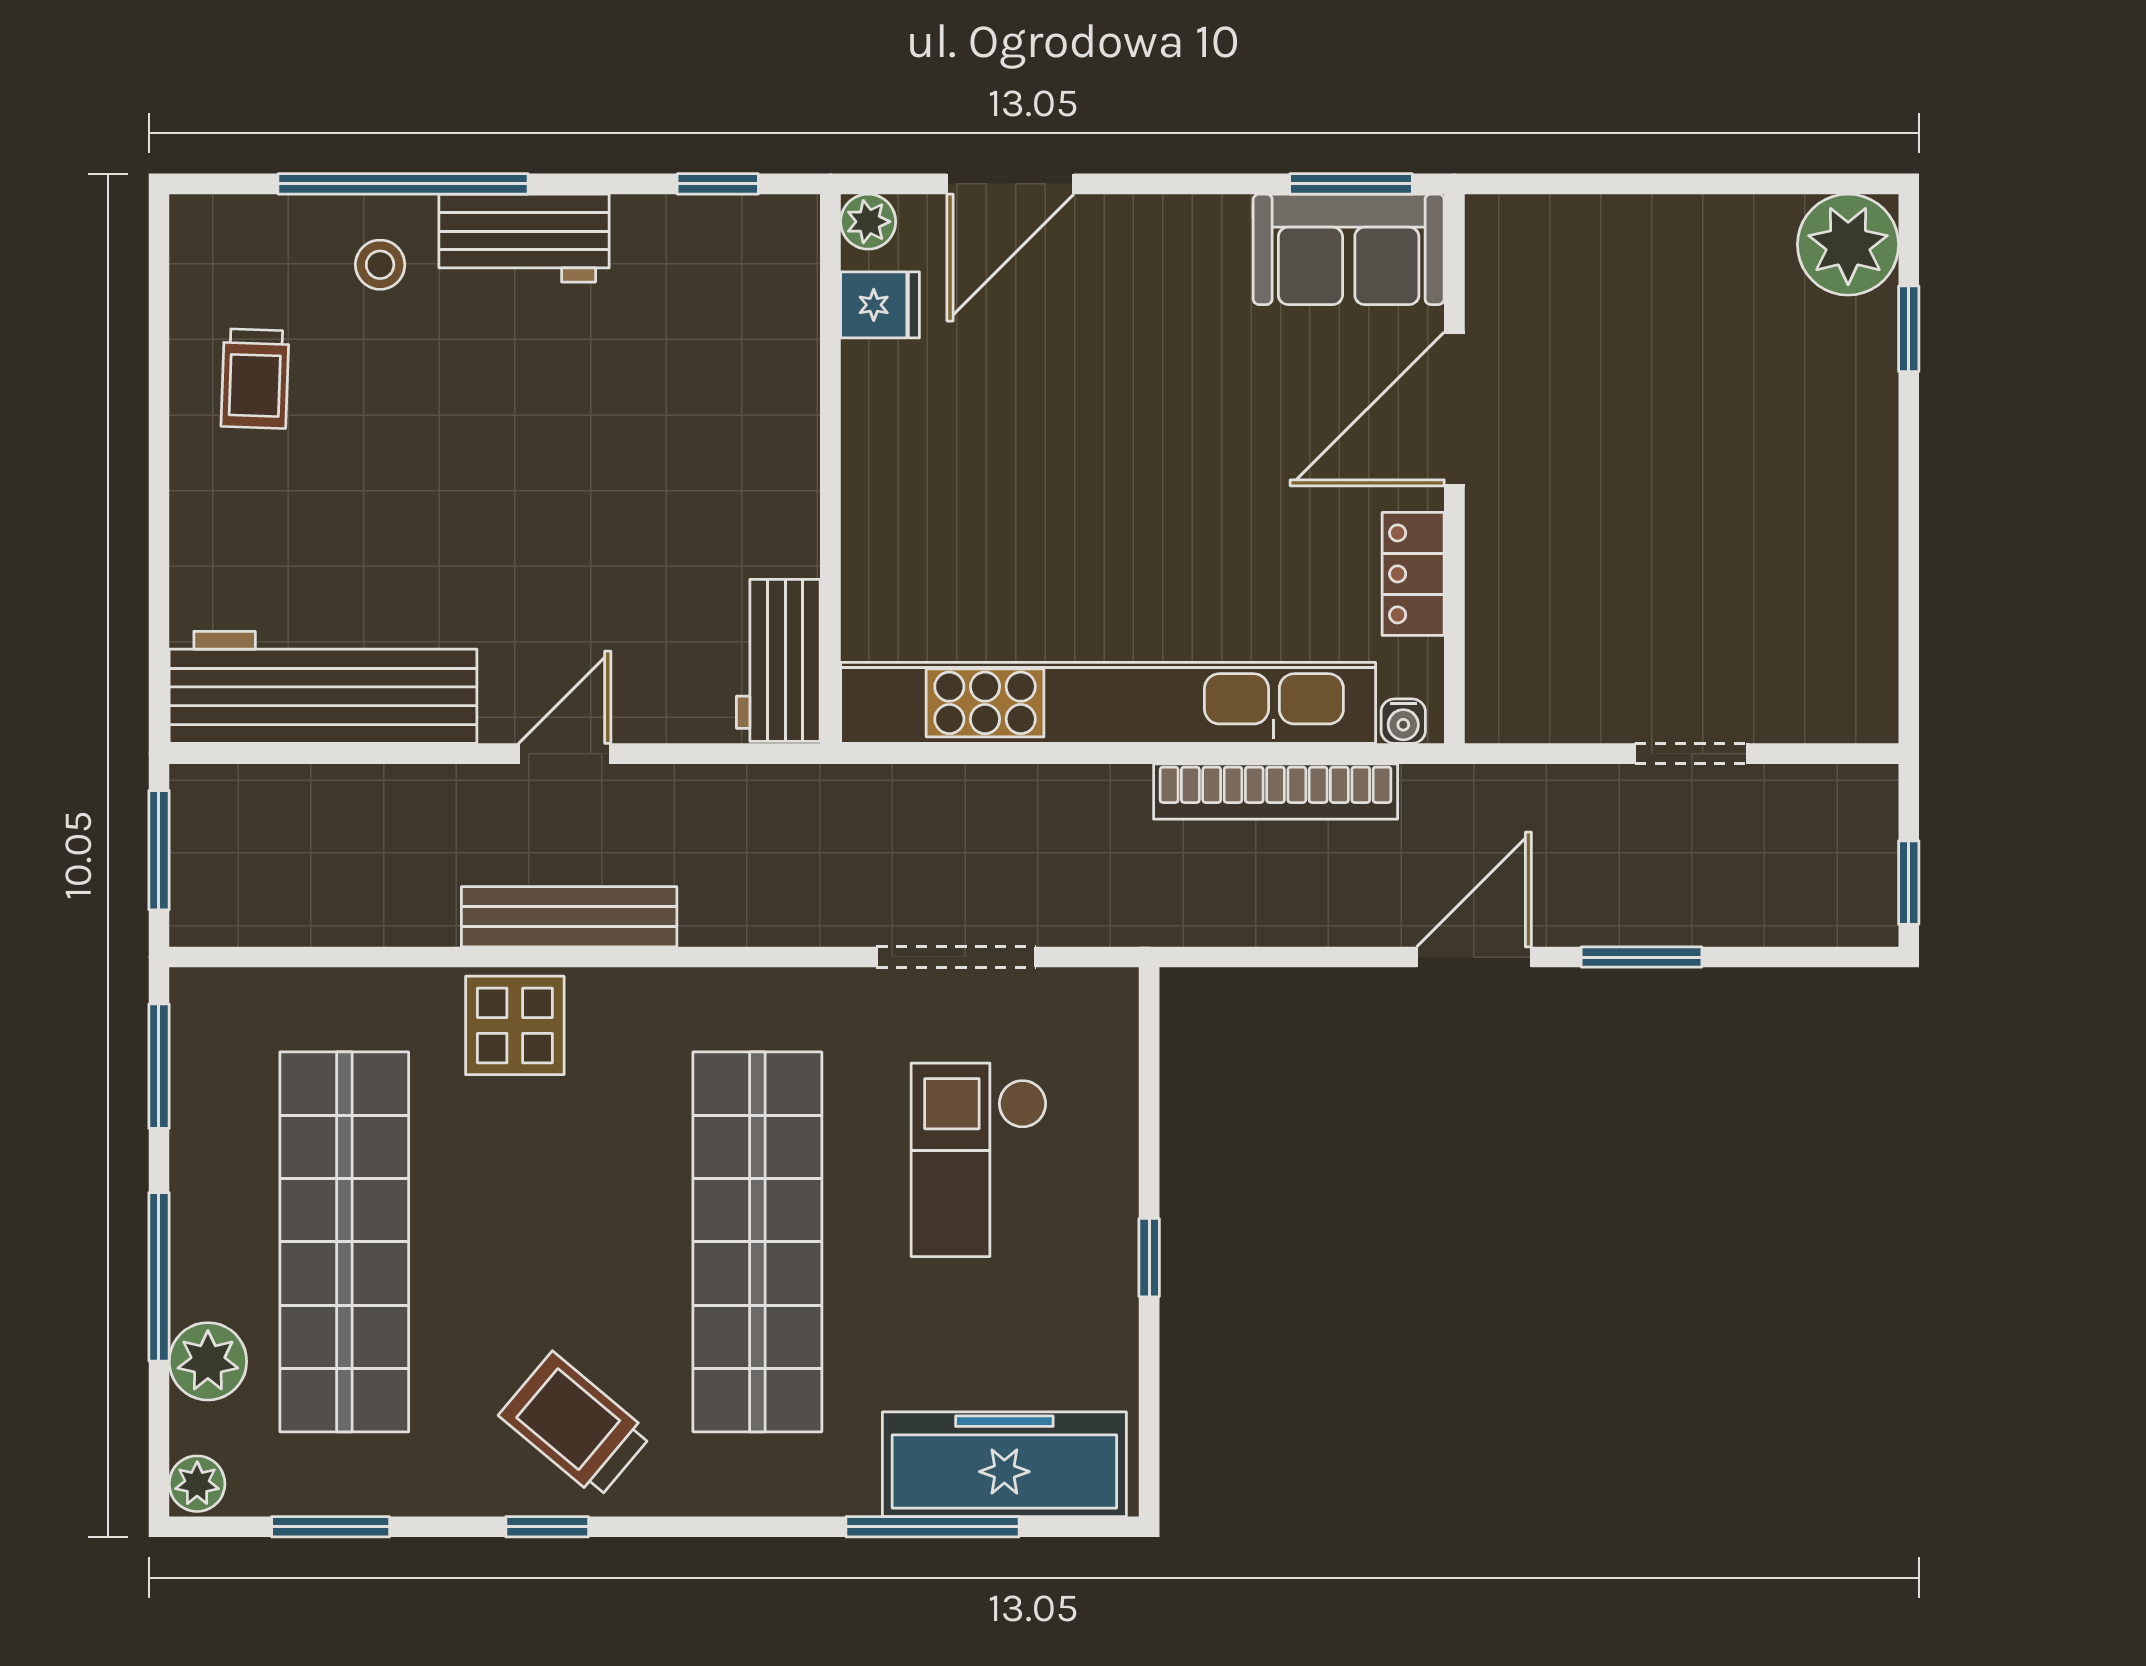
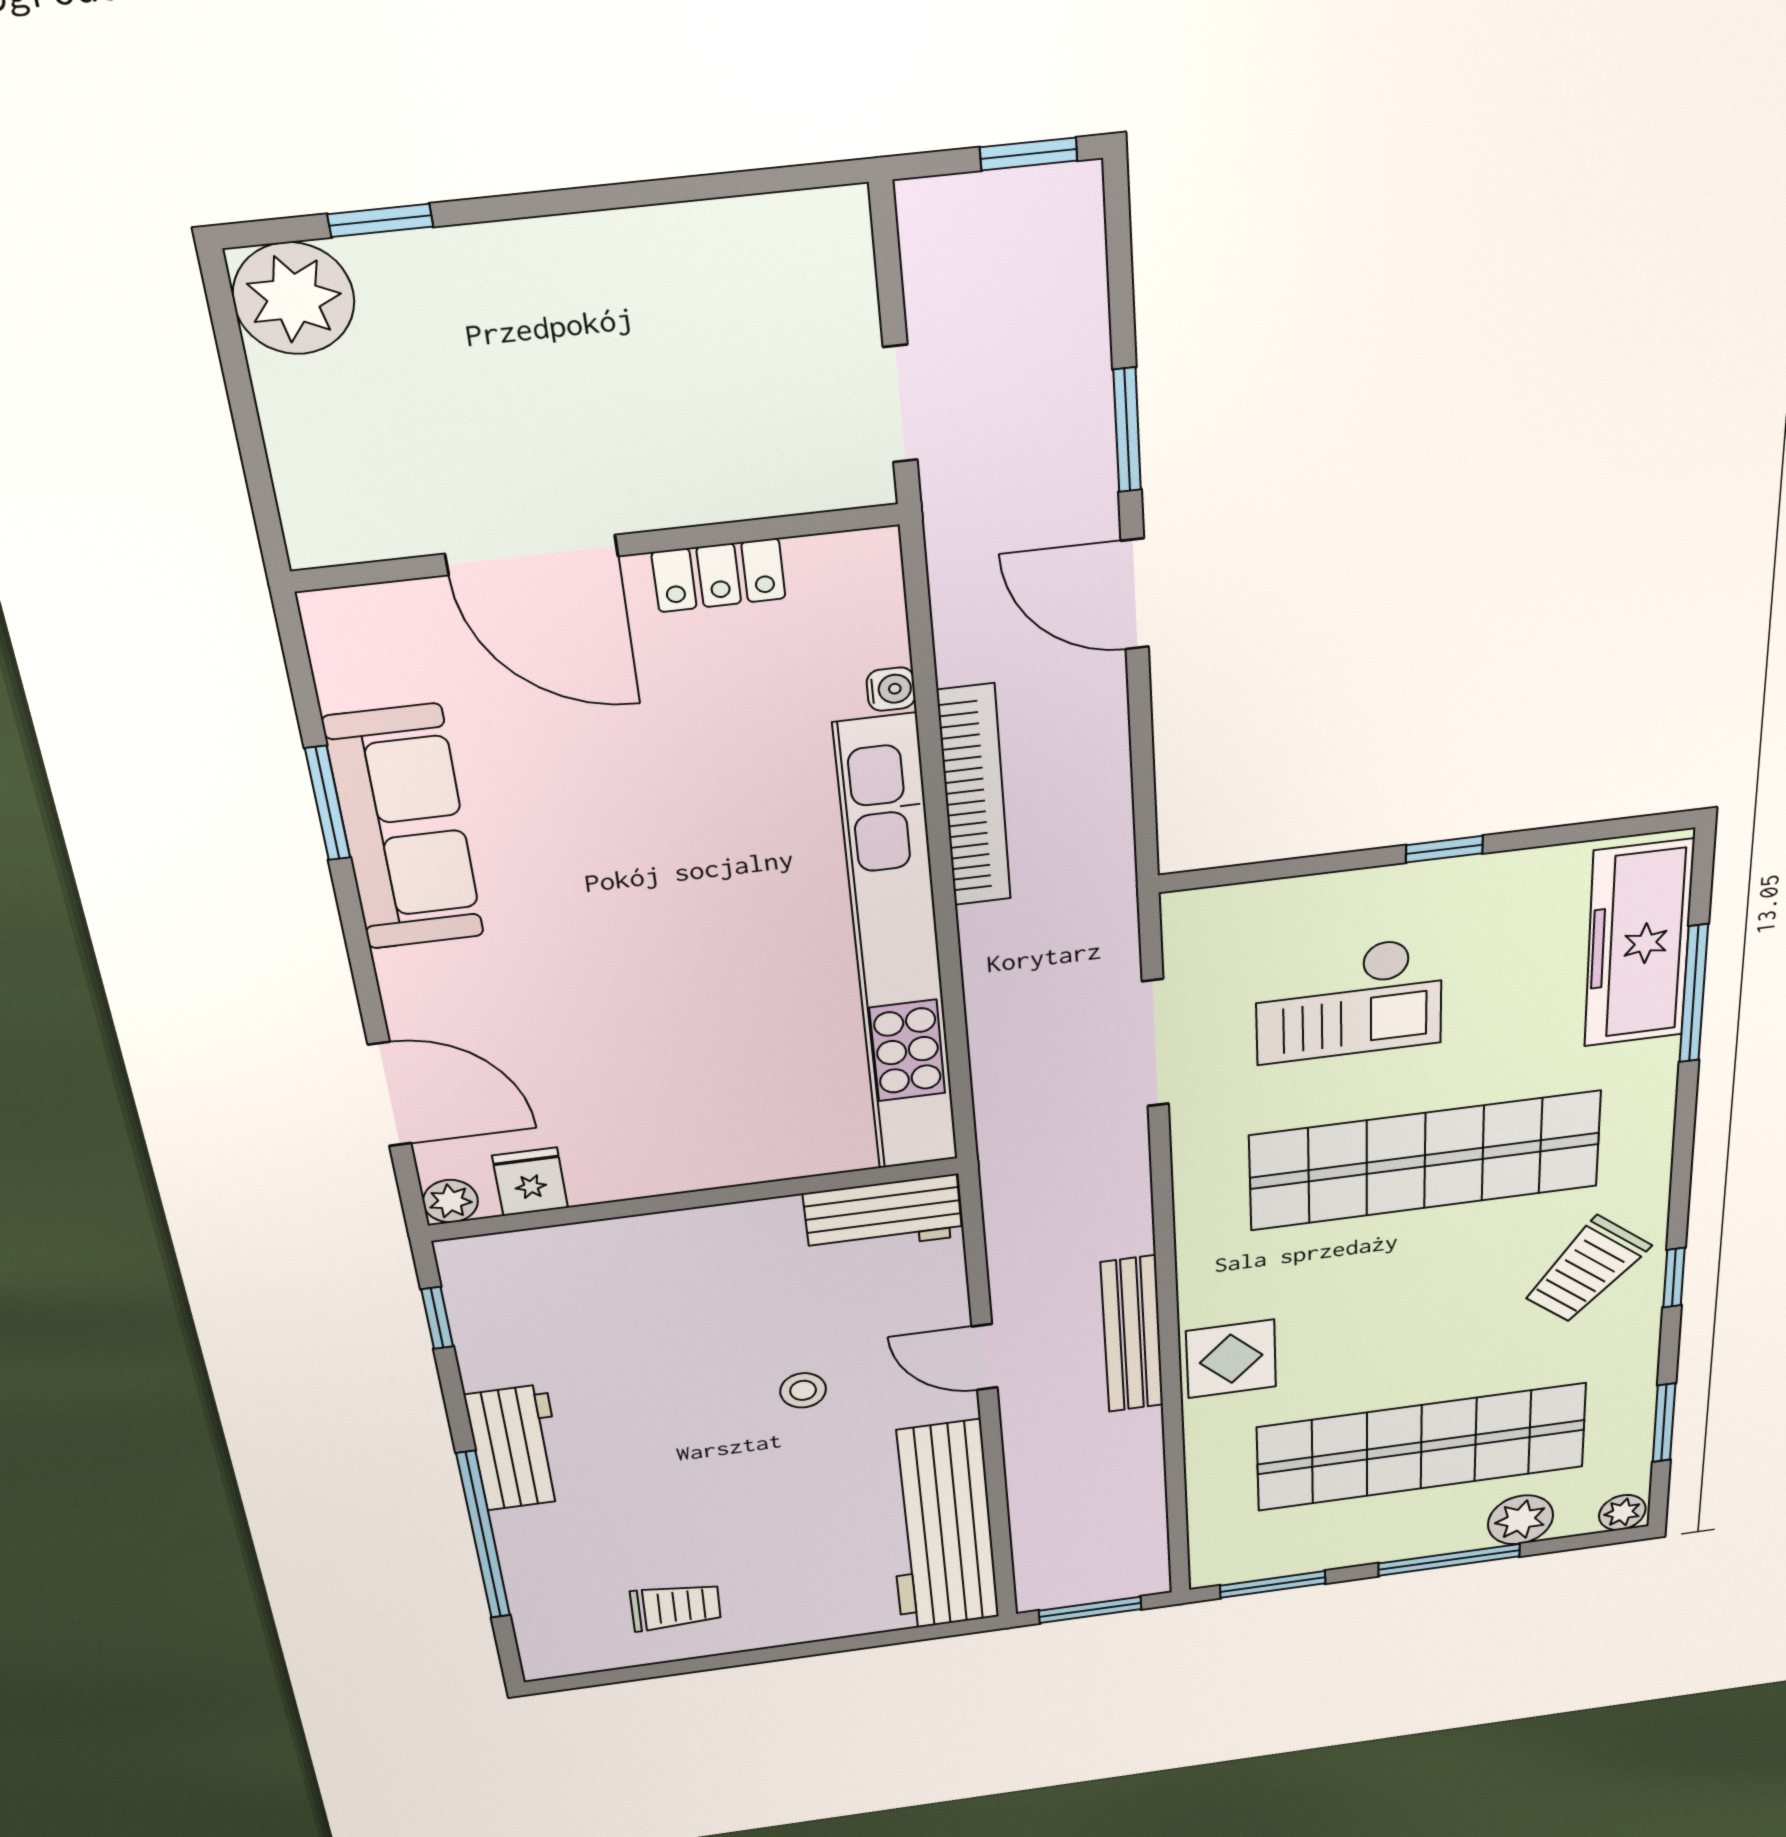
sofa: (1349, 249) -> (404, 828), width x1.36
stool: (380, 265) -> (803, 1390), moved
door: (1454, 409) -> (532, 555), moved
wall: (1454, 469) -> (598, 548), moved
locker: (1413, 574) -> (719, 575), moved

